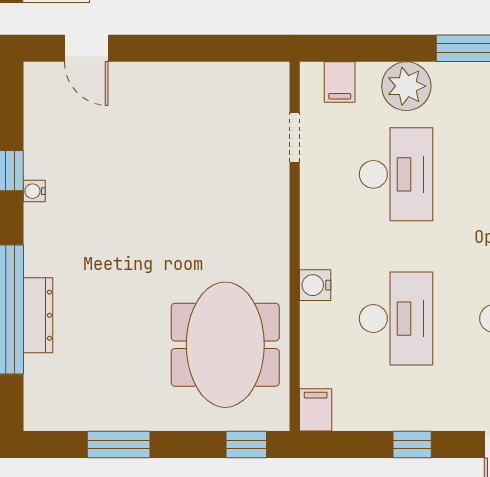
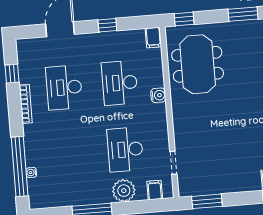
window: (229, 48) -> (207, 201), added

